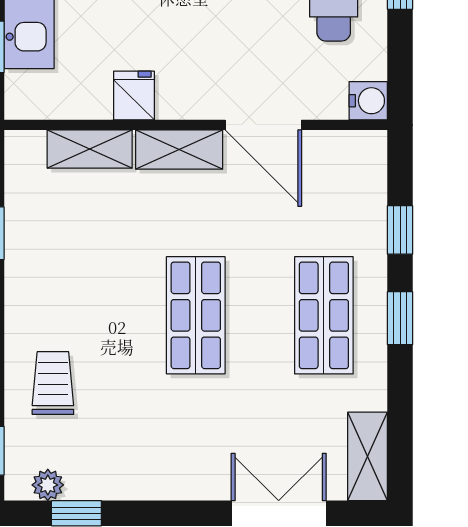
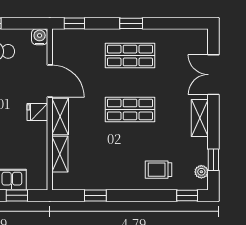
fridge: (134, 96) -> (37, 112), moved
door: (263, 125) -> (50, 81), hinge flipped
window: (400, 230) -> (74, 23), moved
shelving: (368, 456) -> (200, 118), moved, turned 90

